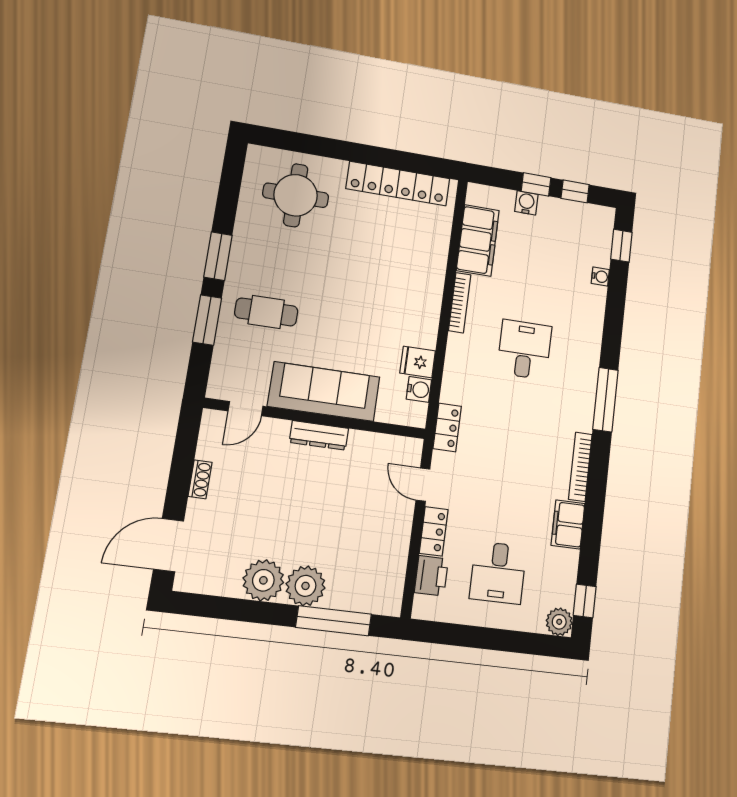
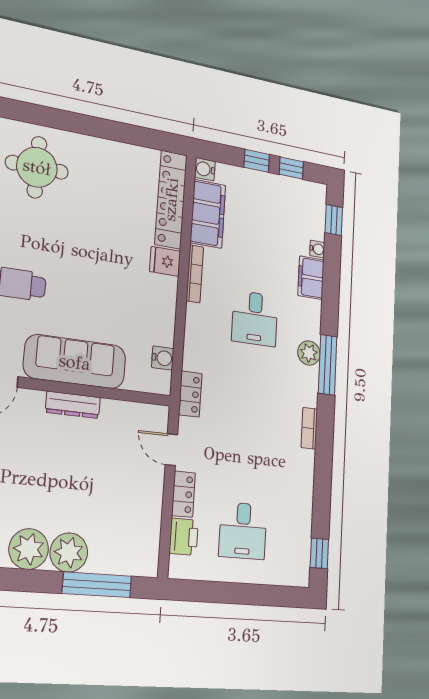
locker: (398, 184) -> (171, 199), moved, turned 90
water cooler: (526, 203) -> (205, 169), moved, turned -90
desk: (524, 350) -> (255, 319), turned 180
fridge: (418, 362) -> (165, 261), moved
bookcase: (580, 467) -> (309, 428), width x0.64
filing cabinet: (568, 524) -> (311, 278), moved
plant: (559, 622) -> (309, 353), moved

